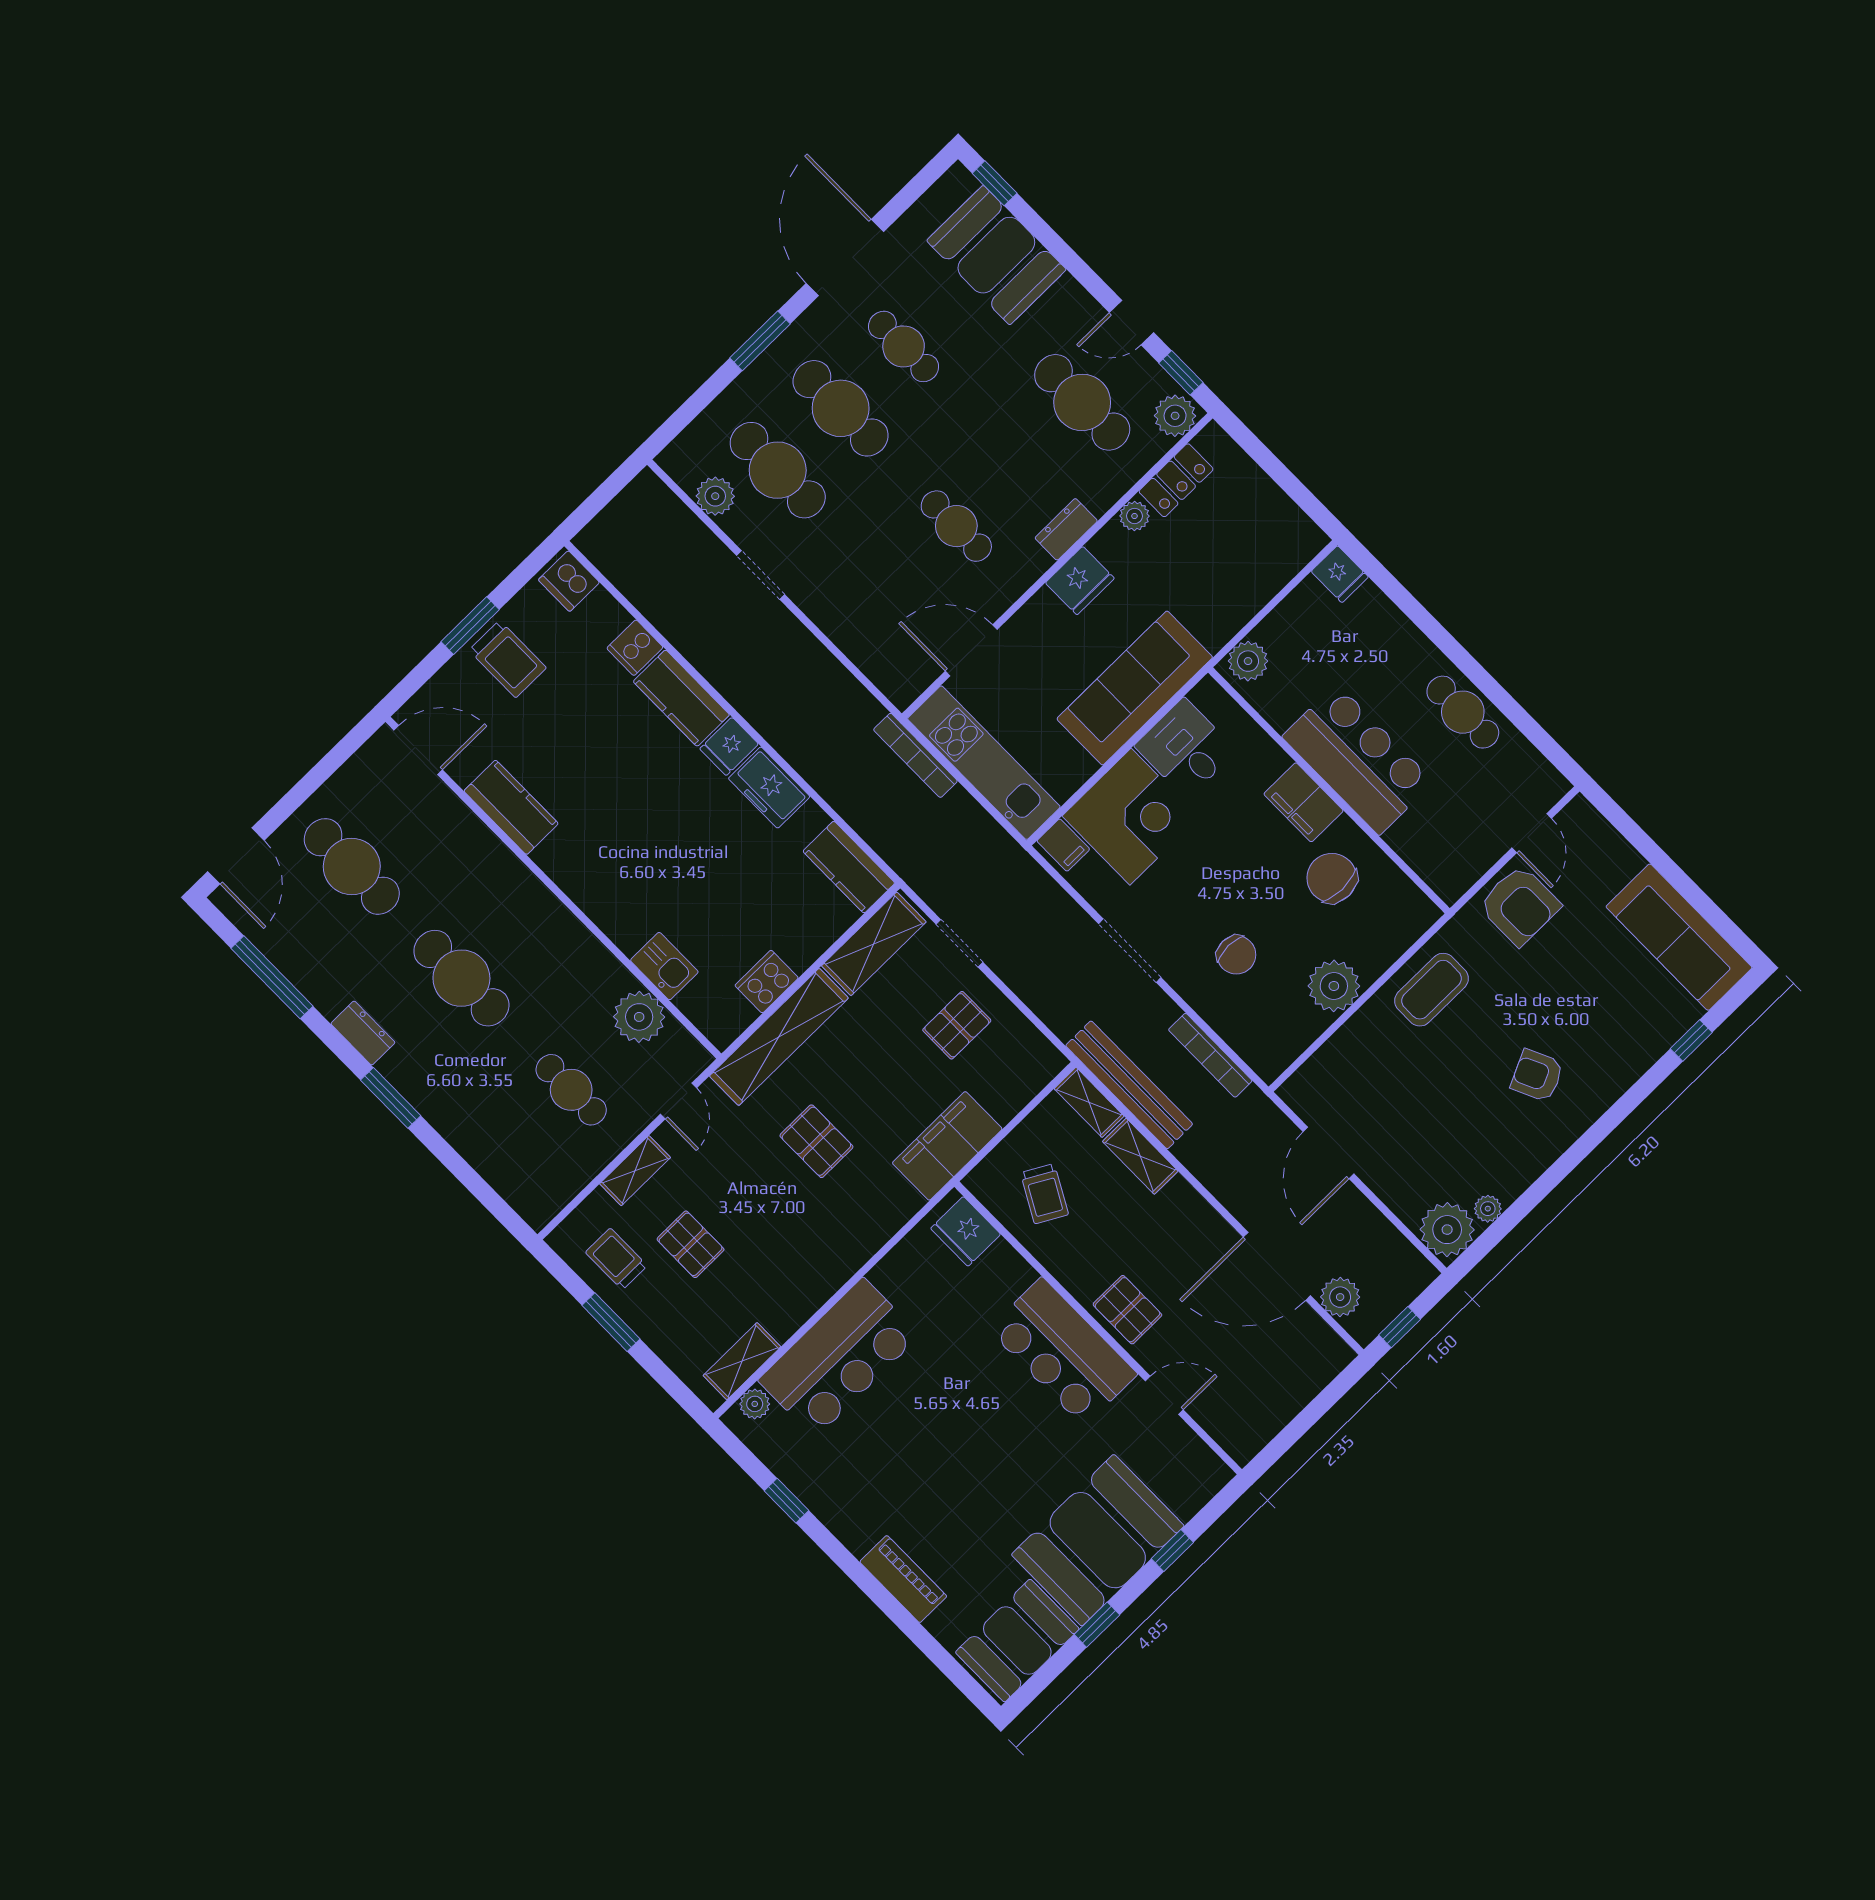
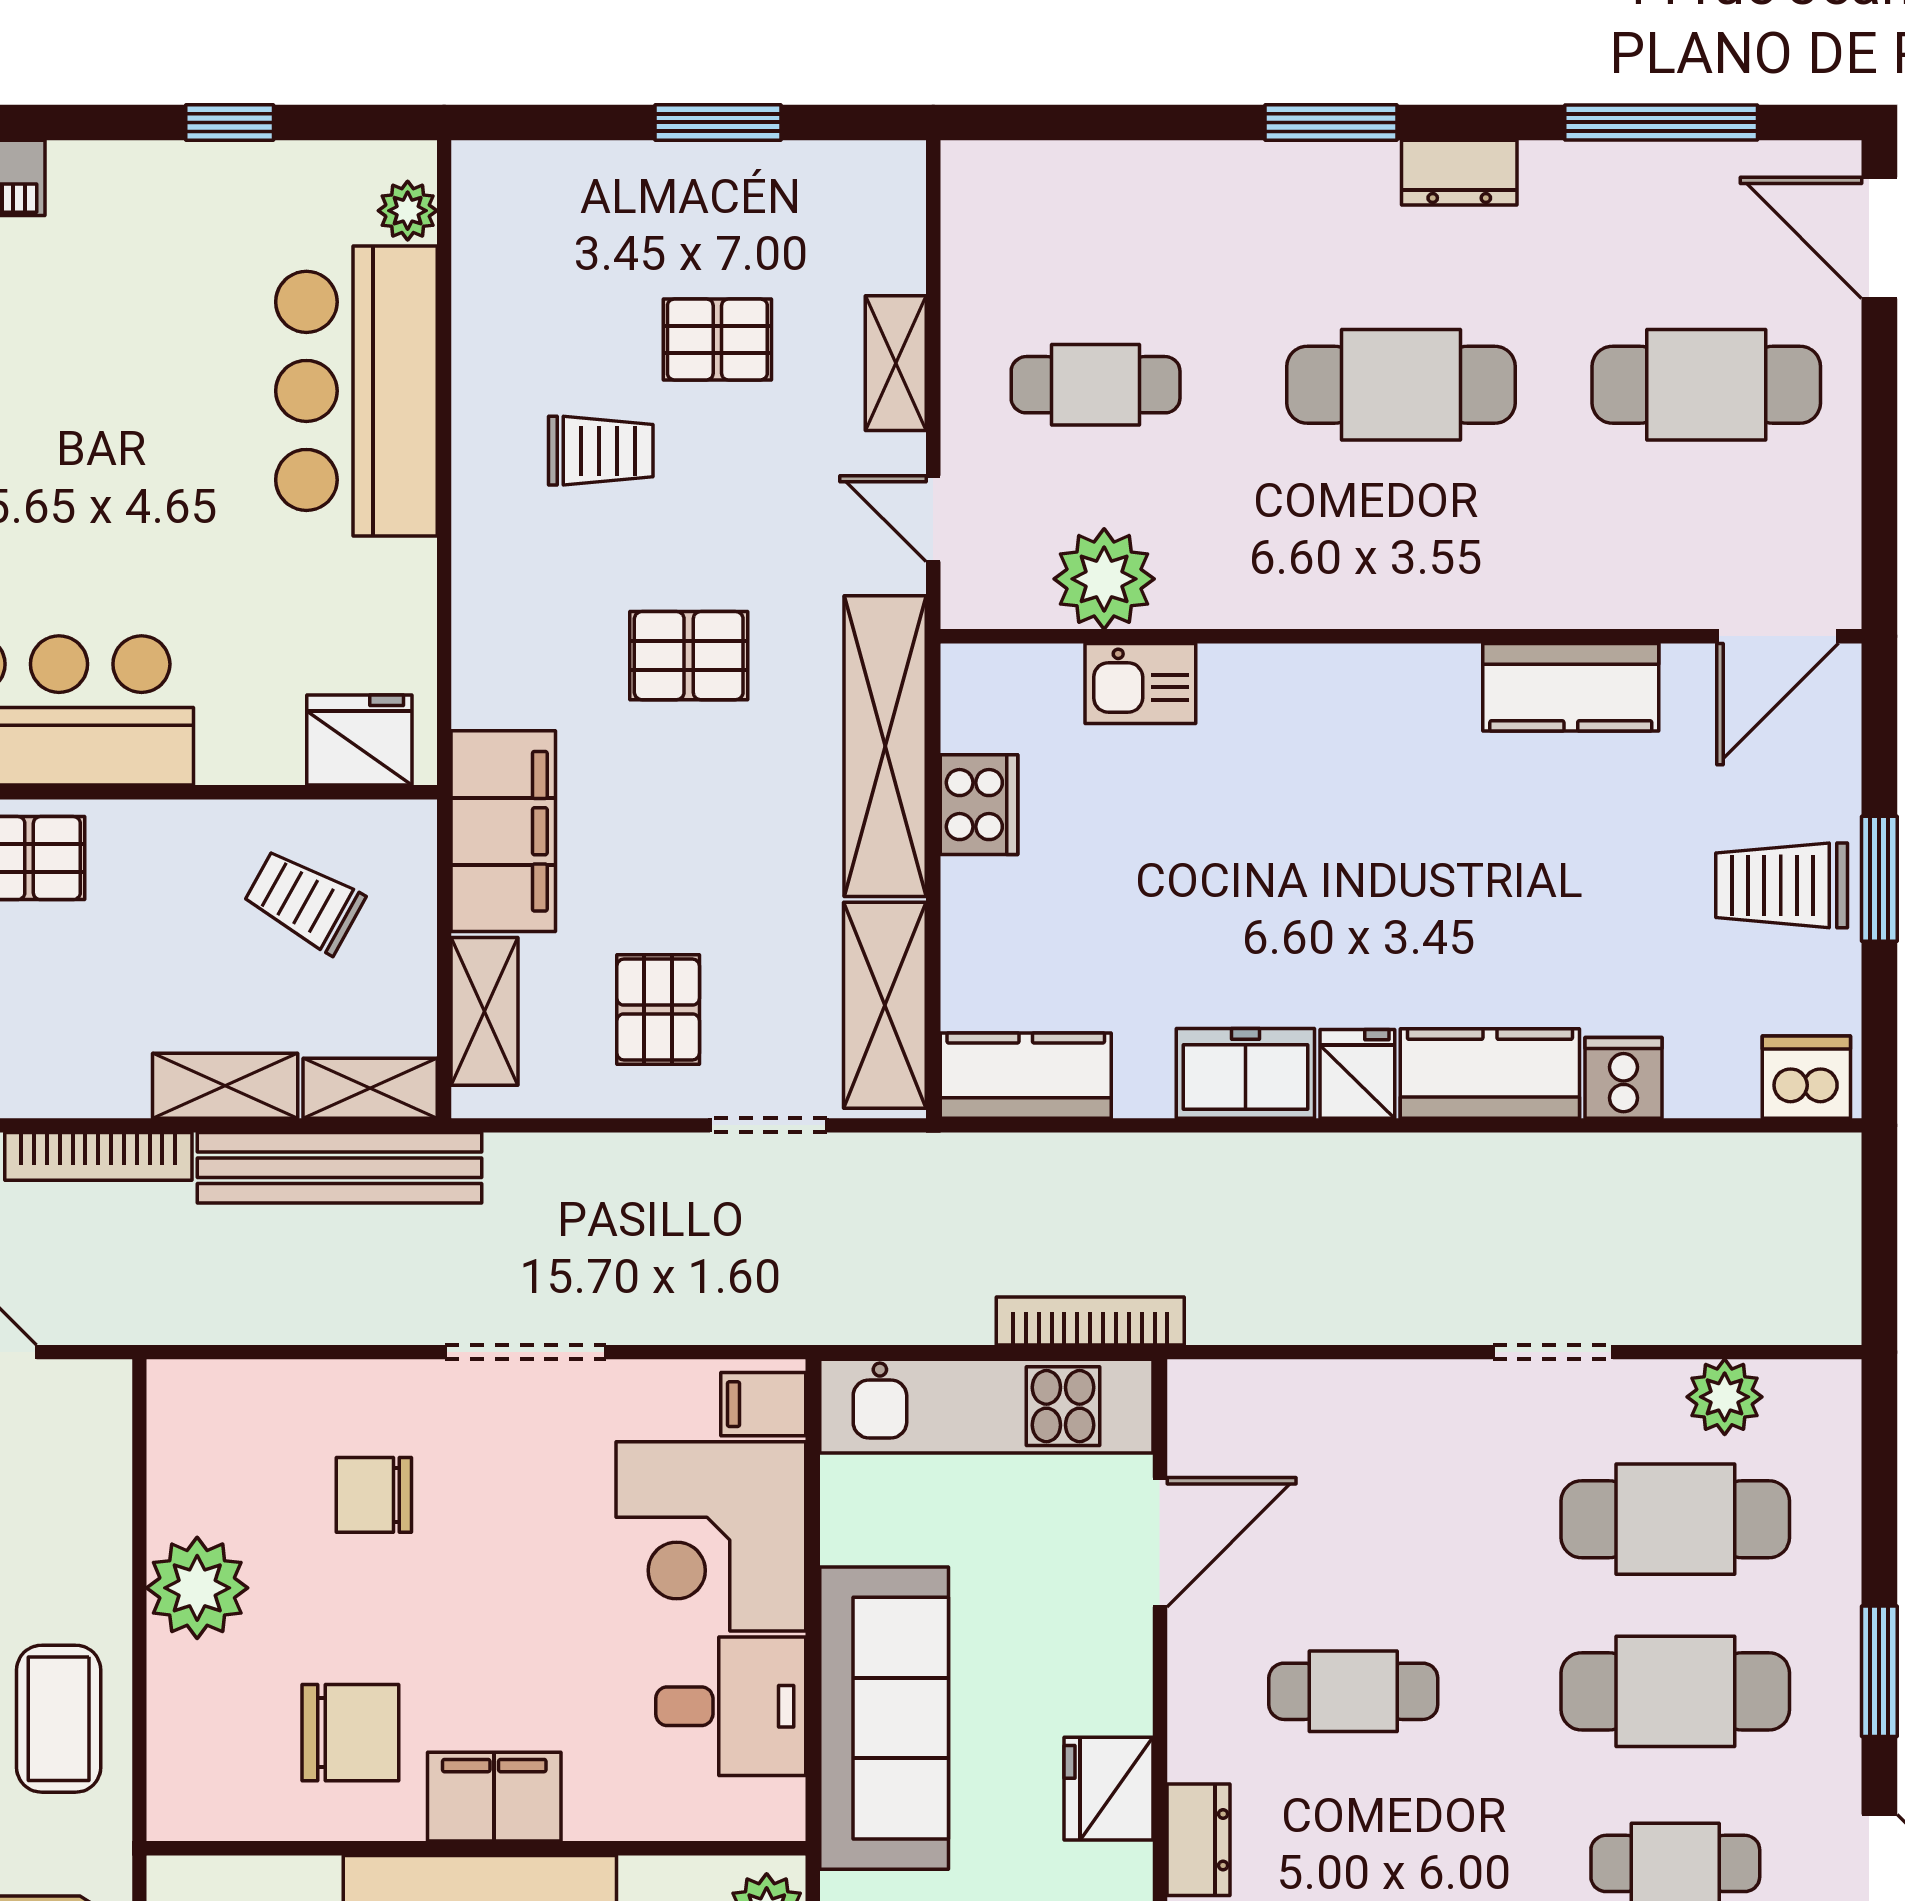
bookcase: (1210, 1055) -> (98, 1156), moved, turned 180
trolley: (616, 1259) -> (601, 451), moved
shelving: (742, 1361) -> (485, 1011), moved

